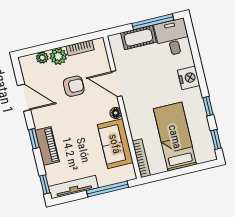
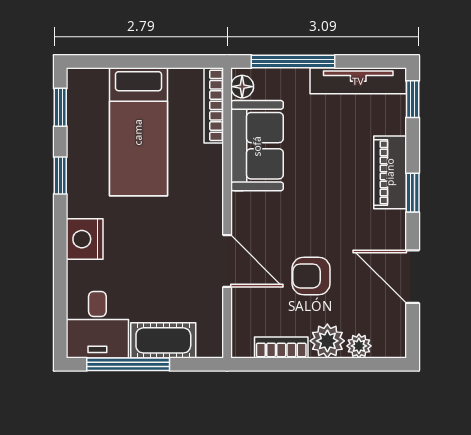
floor lamp: (116, 113) -> (242, 87), moved

